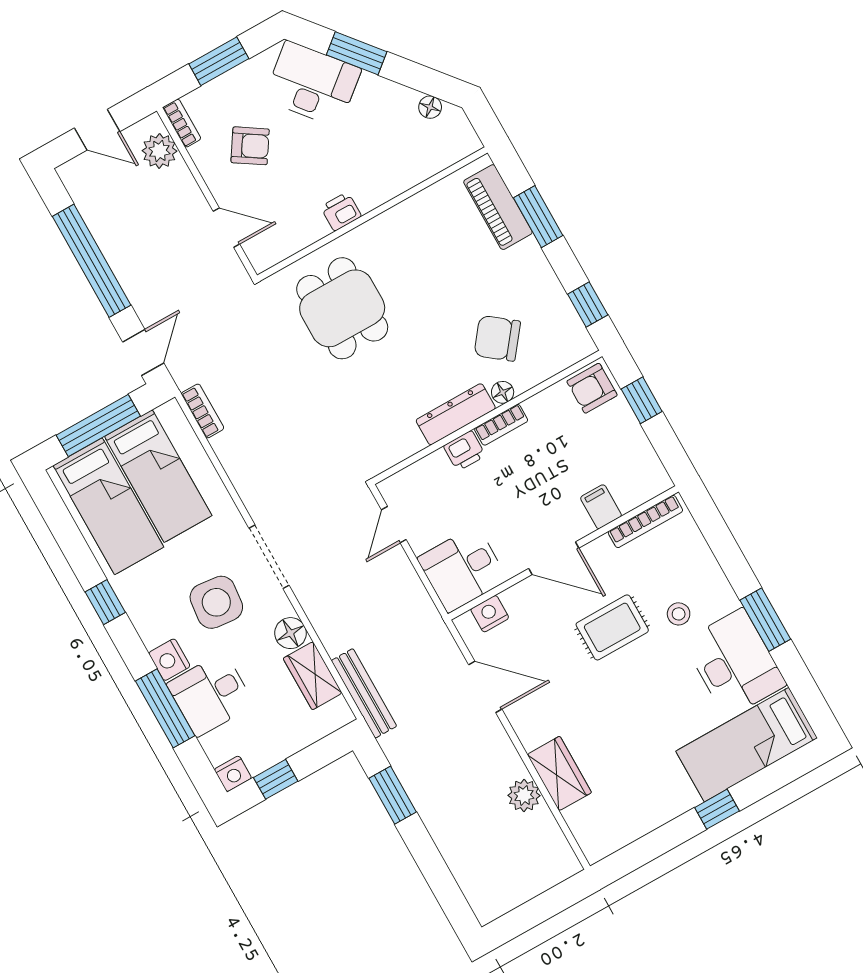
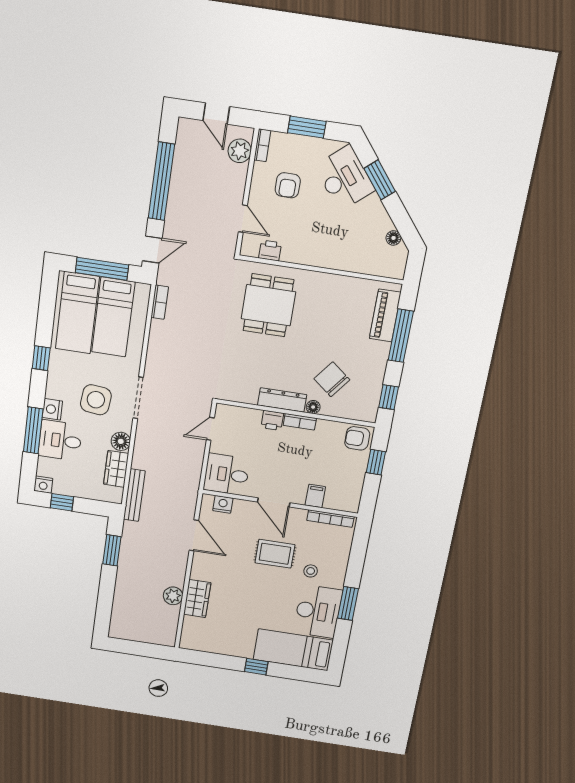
armchair: (250, 146) -> (288, 185), turned 57
printer: (341, 211) -> (270, 250), moved
window: (538, 217) -> (401, 336), width x1.44

